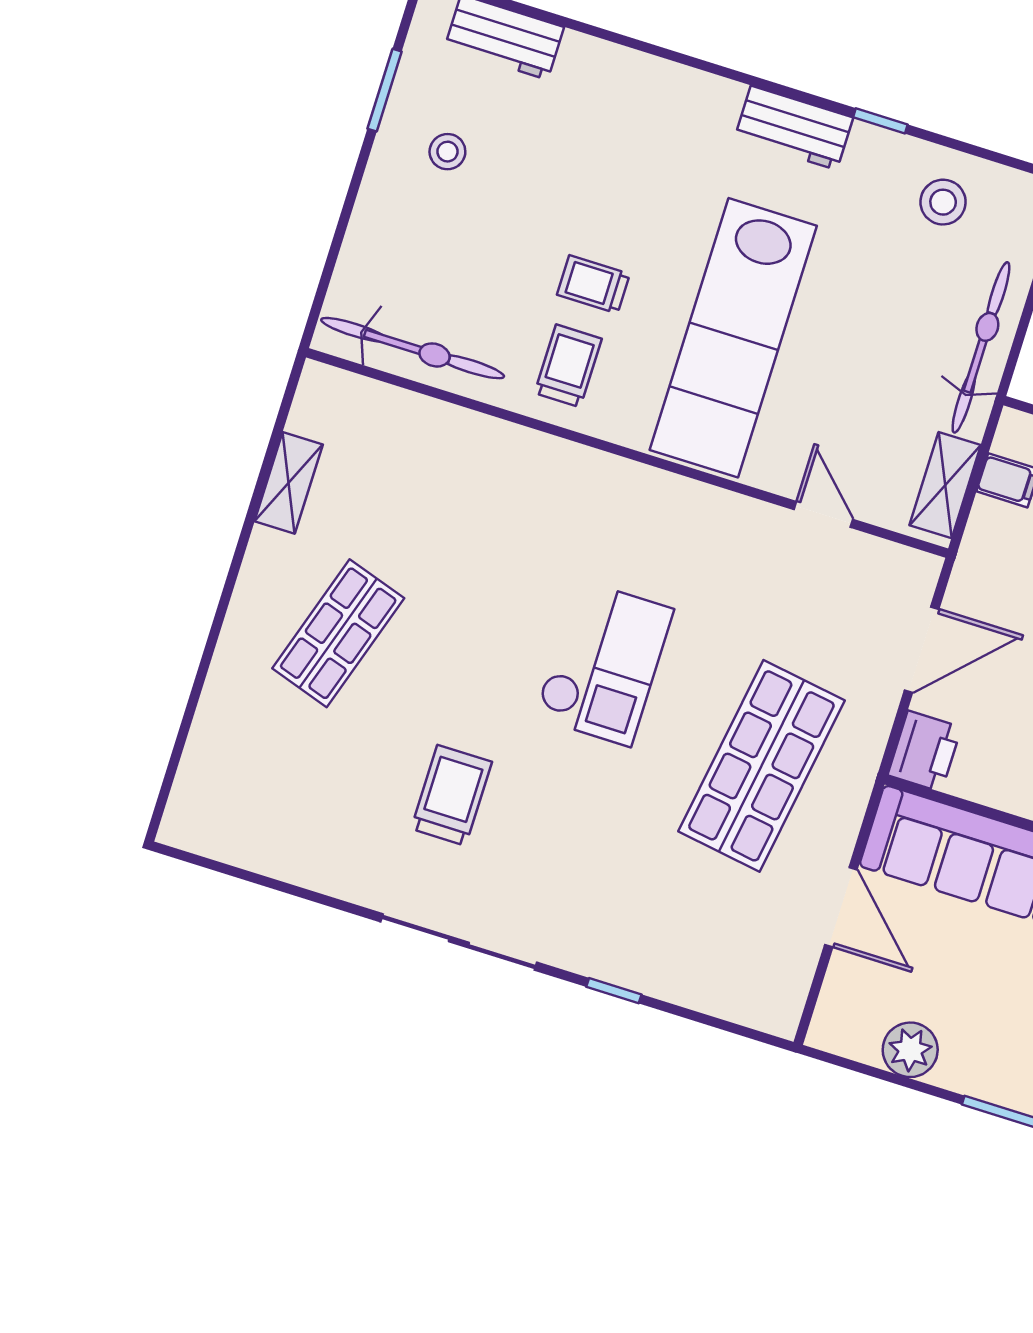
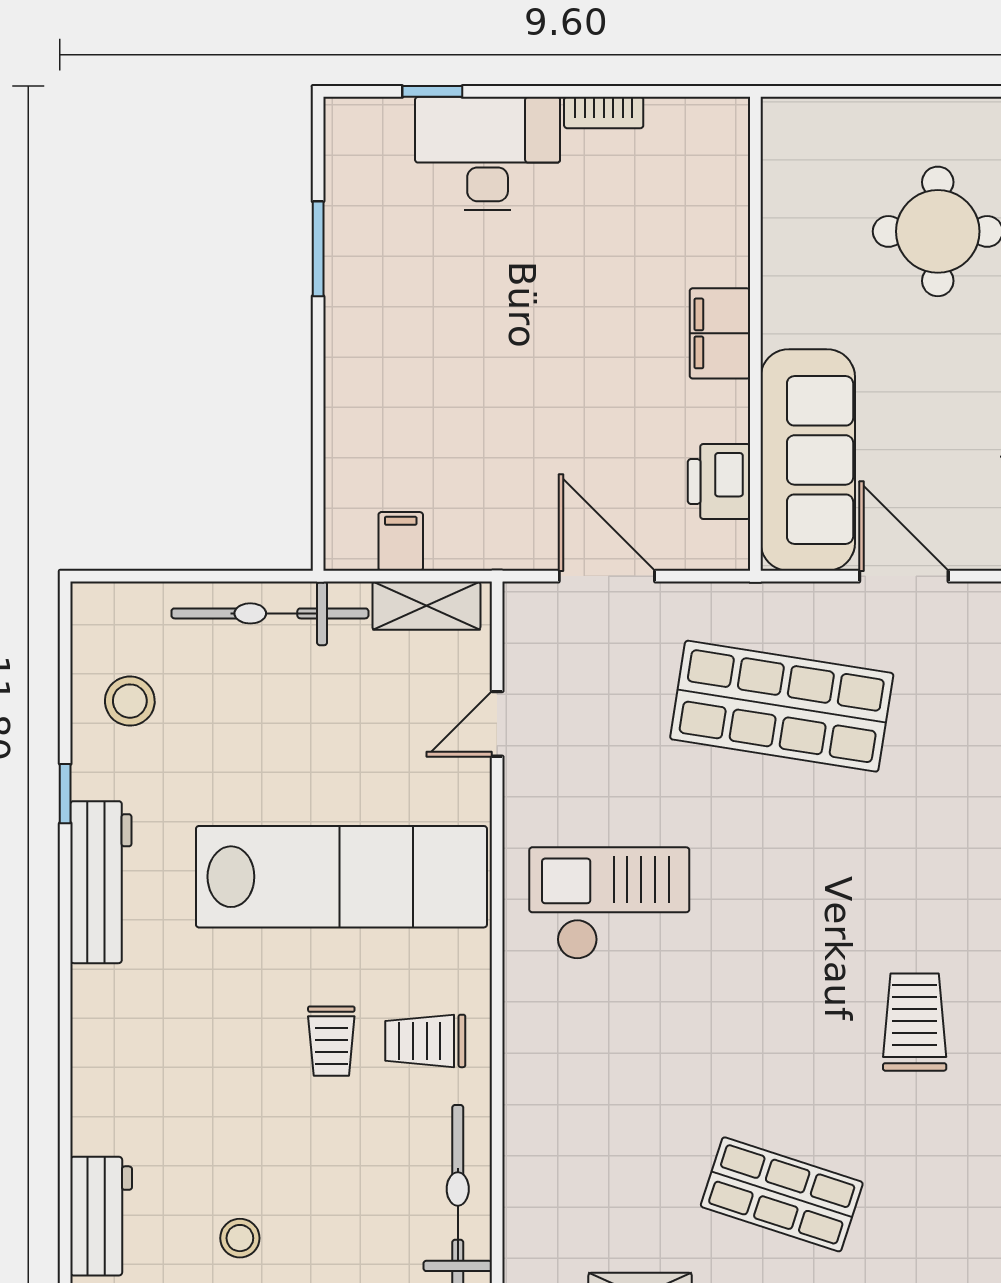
workbench: (794, 128) -> (101, 882), width x1.38
checkout: (604, 663) -> (609, 903), moved
printer: (924, 751) -> (719, 481), moved, turned -90
trolley: (451, 795) -> (915, 1022), turned 90
door: (841, 907) -> (904, 576), hinge flipped

